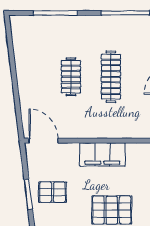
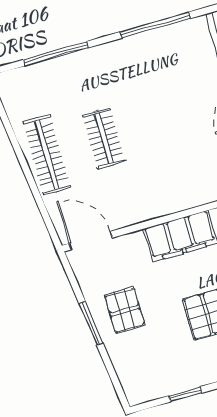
clothes rail: (111, 77) -> (47, 155), moved
pallet: (53, 192) -> (125, 310), turned 90

